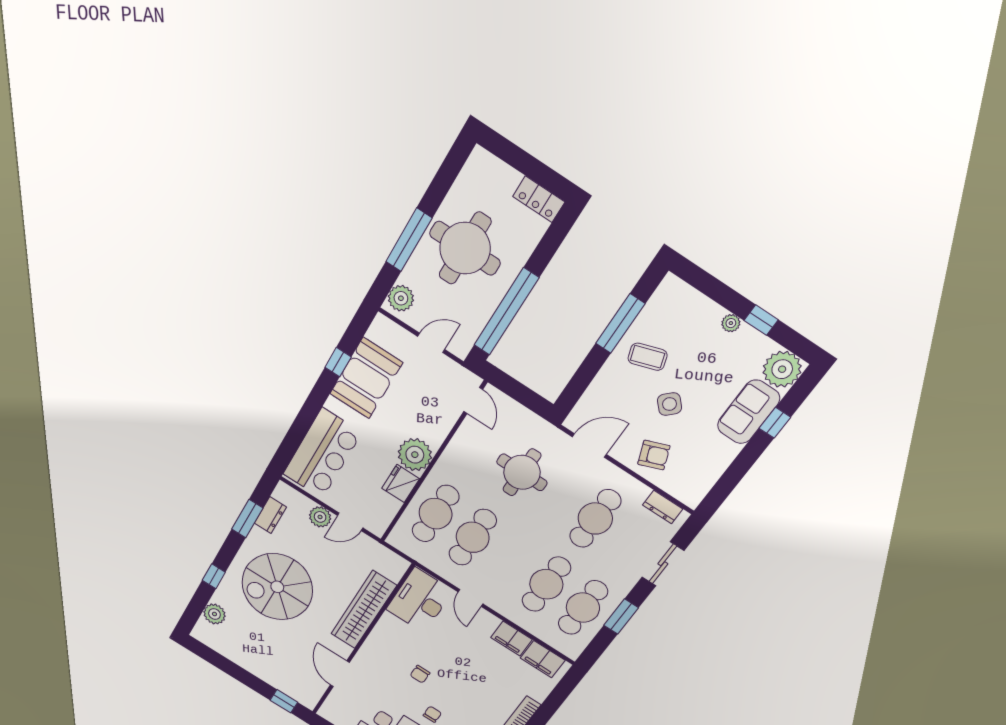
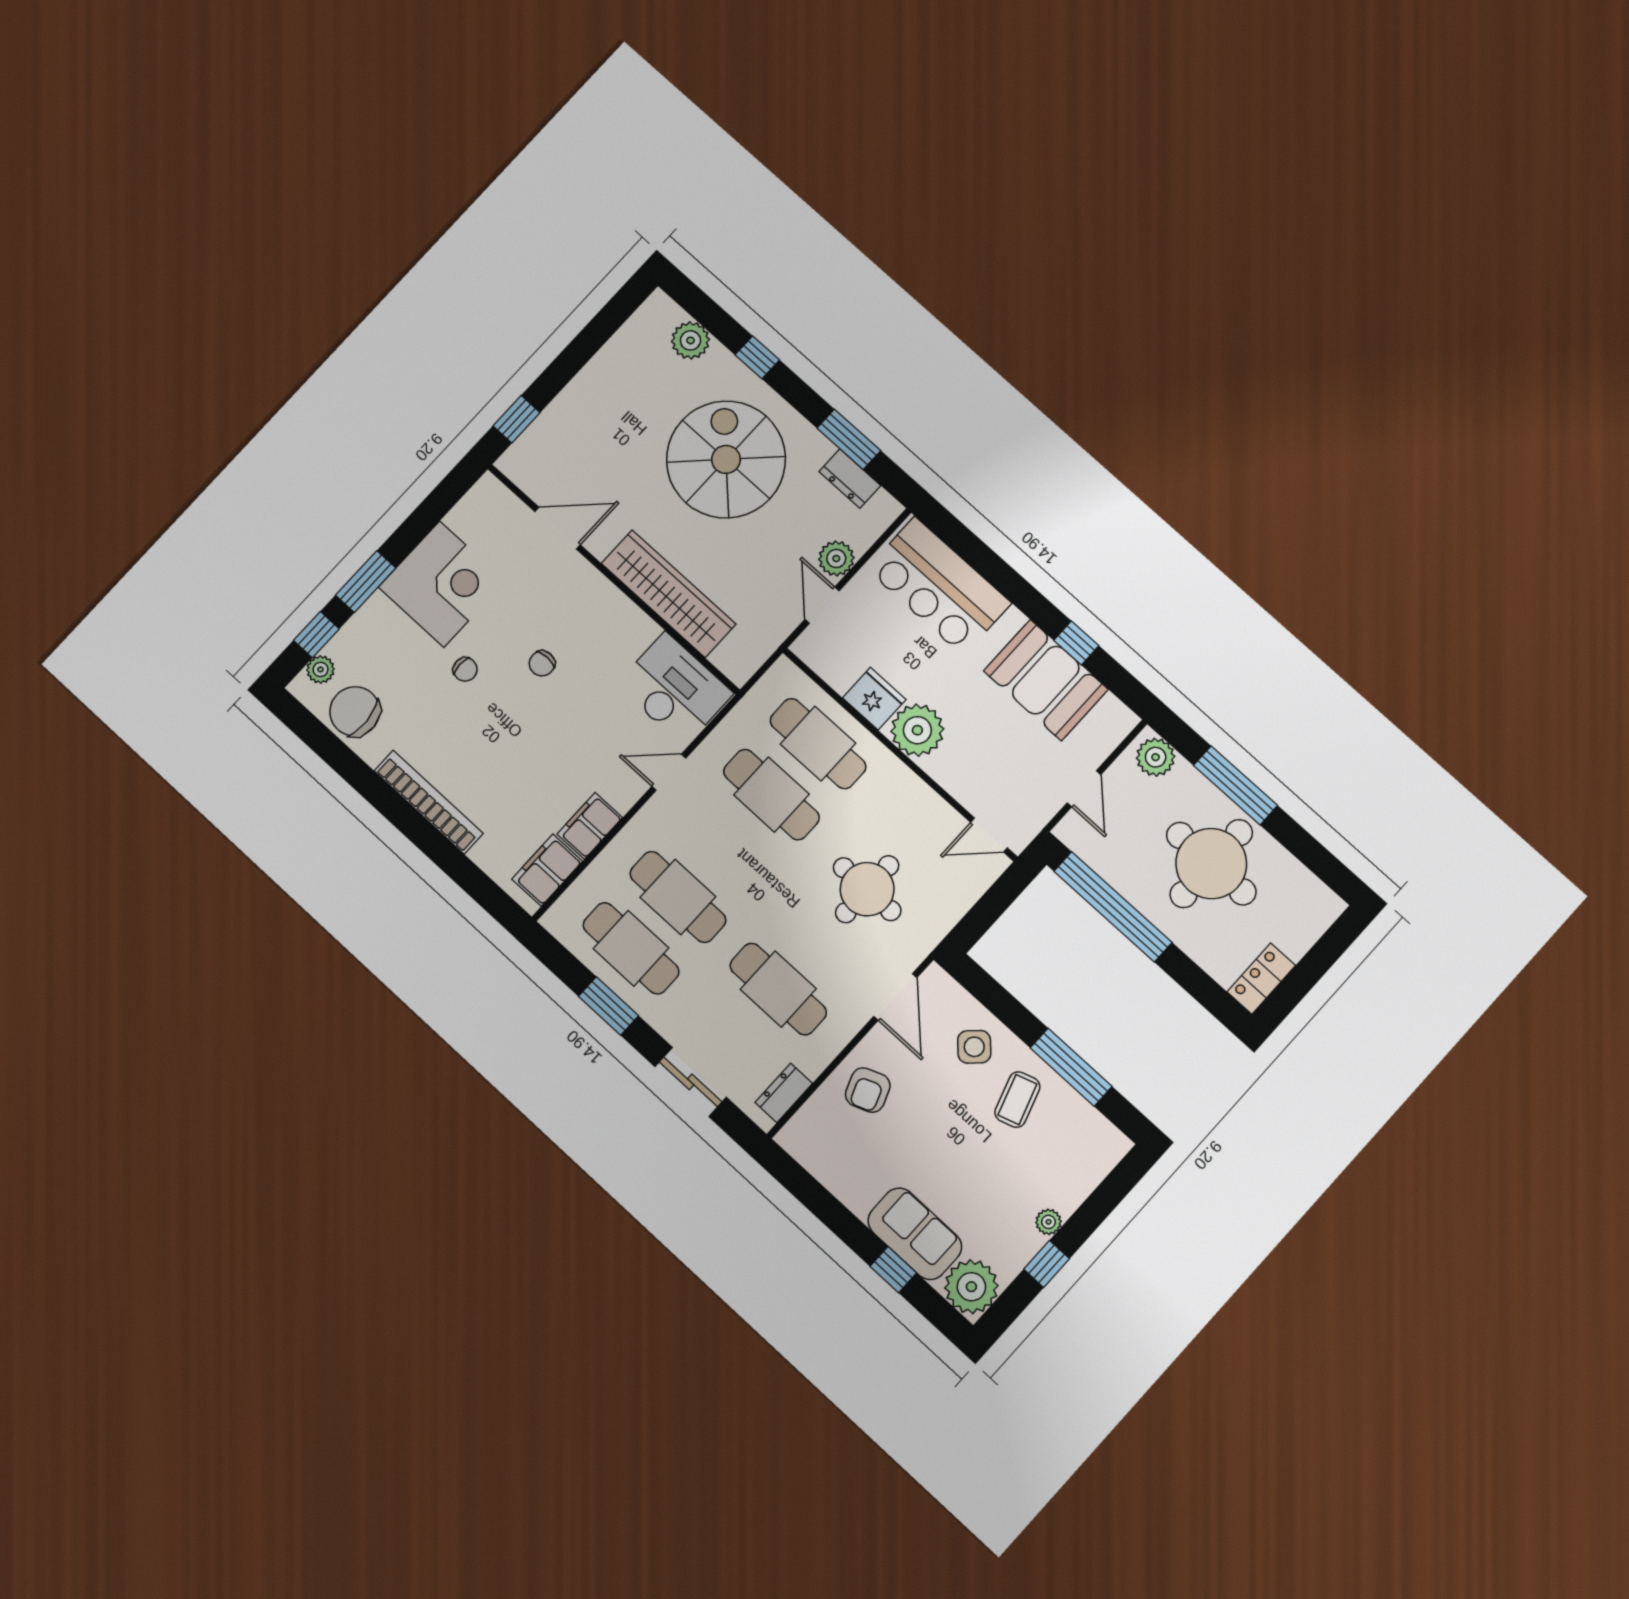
side table: (670, 404) -> (974, 1047), moved
chair: (420, 674) -> (542, 663), turned -90

